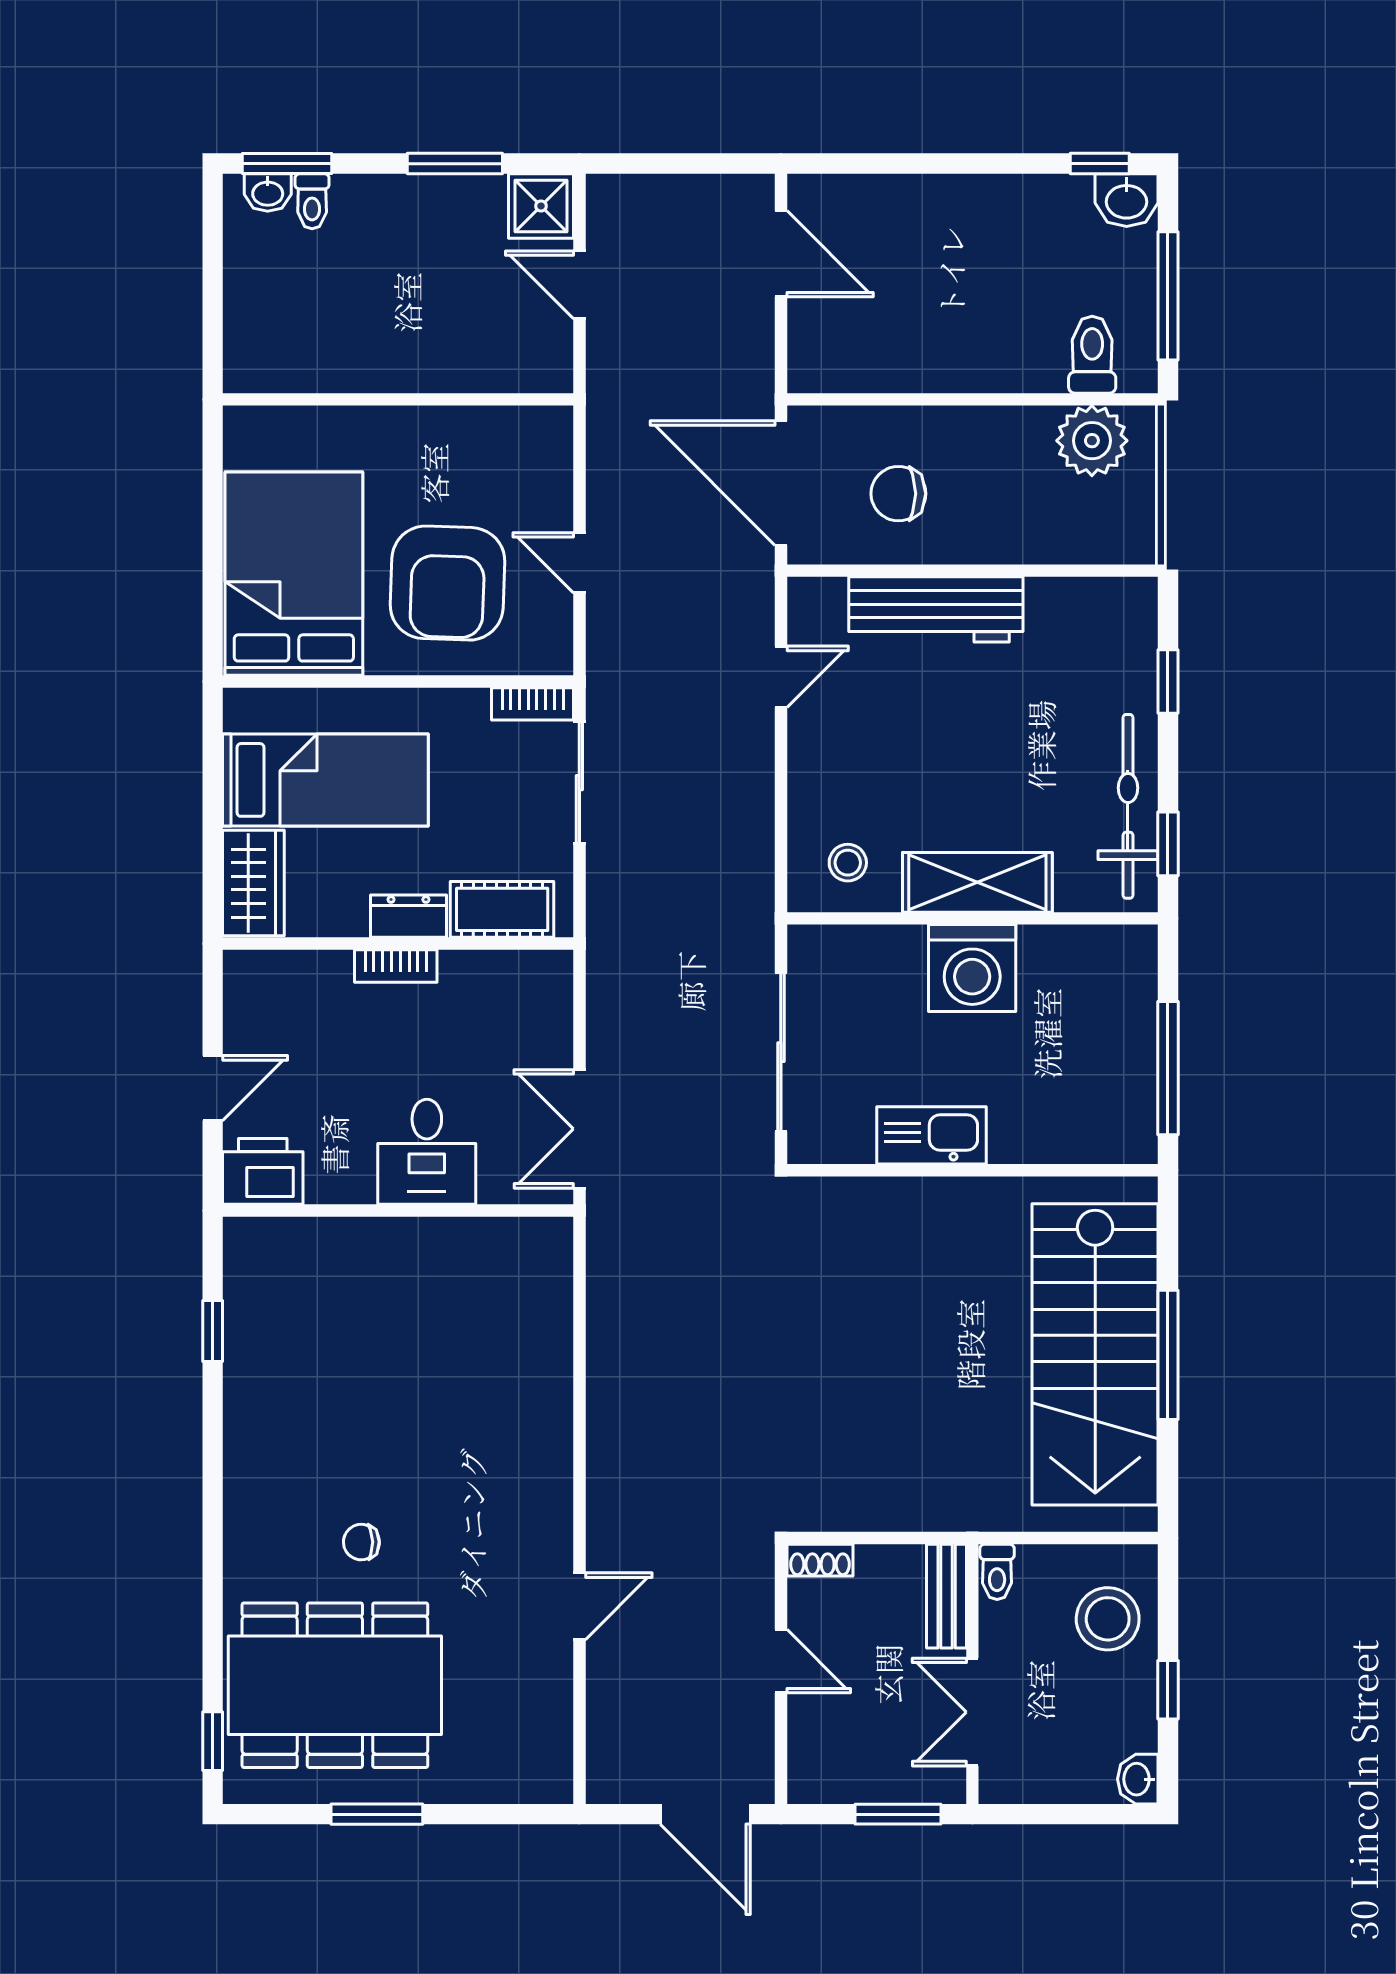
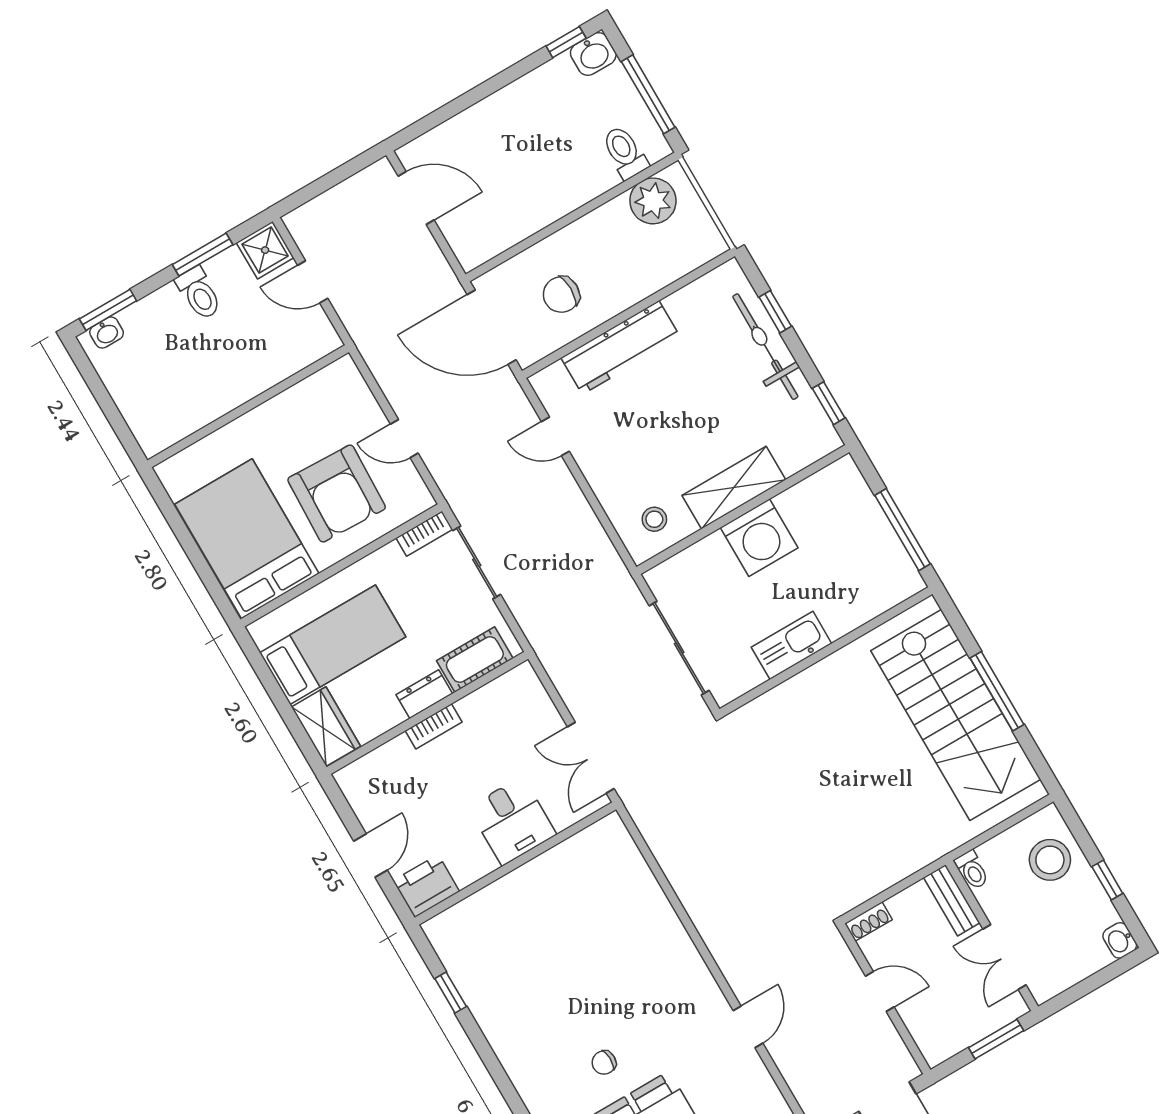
toilet: (312, 201) -> (199, 293), moved, width x1.37, depth x1.39
door: (781, 677) -> (555, 436), swing flipped
bicycle: (1128, 806) -> (765, 347), moved

